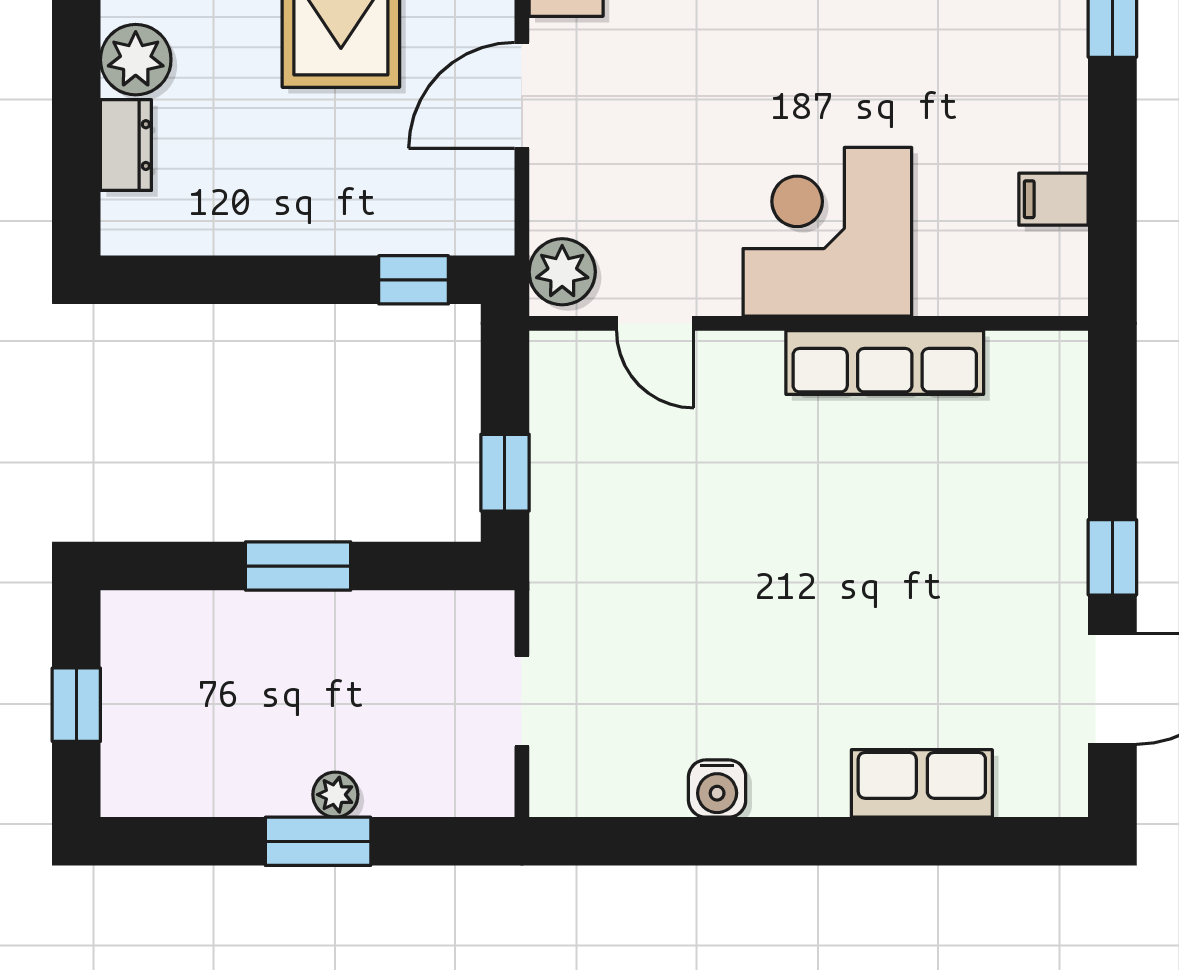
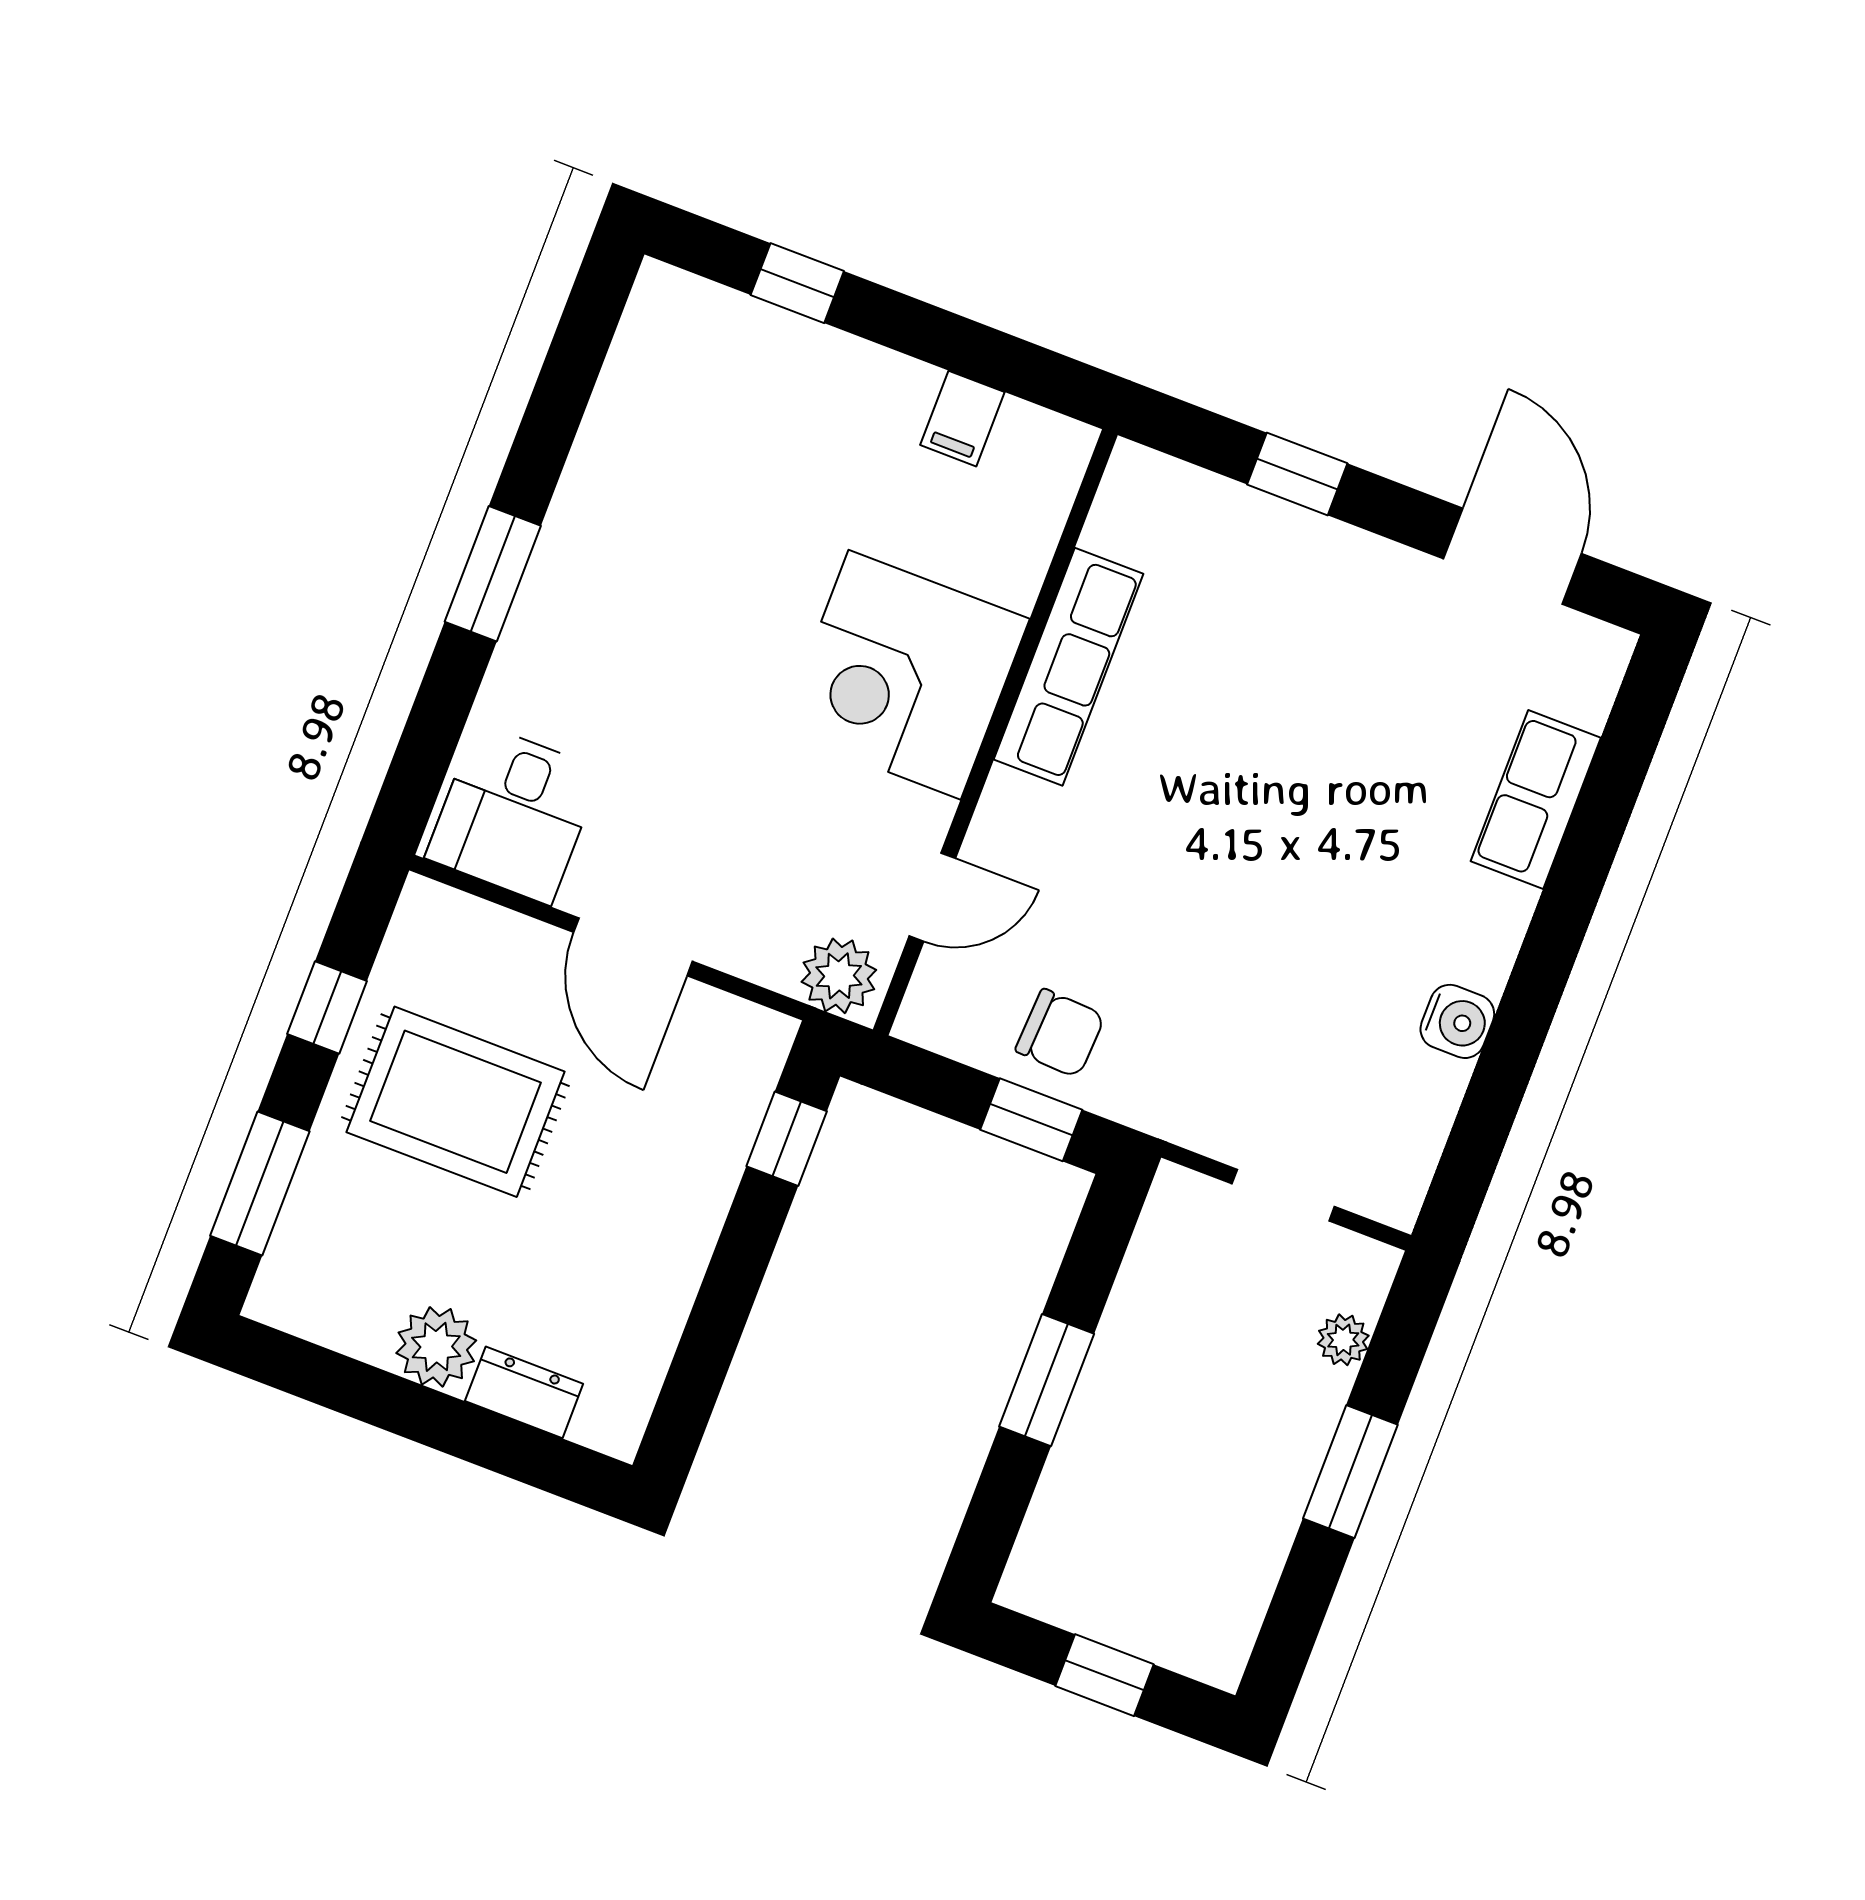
chair: (584, 469) -> (1060, 1033), added
window: (1112, 557) -> (1297, 474), moved
plant: (335, 795) -> (1343, 1340), moved

